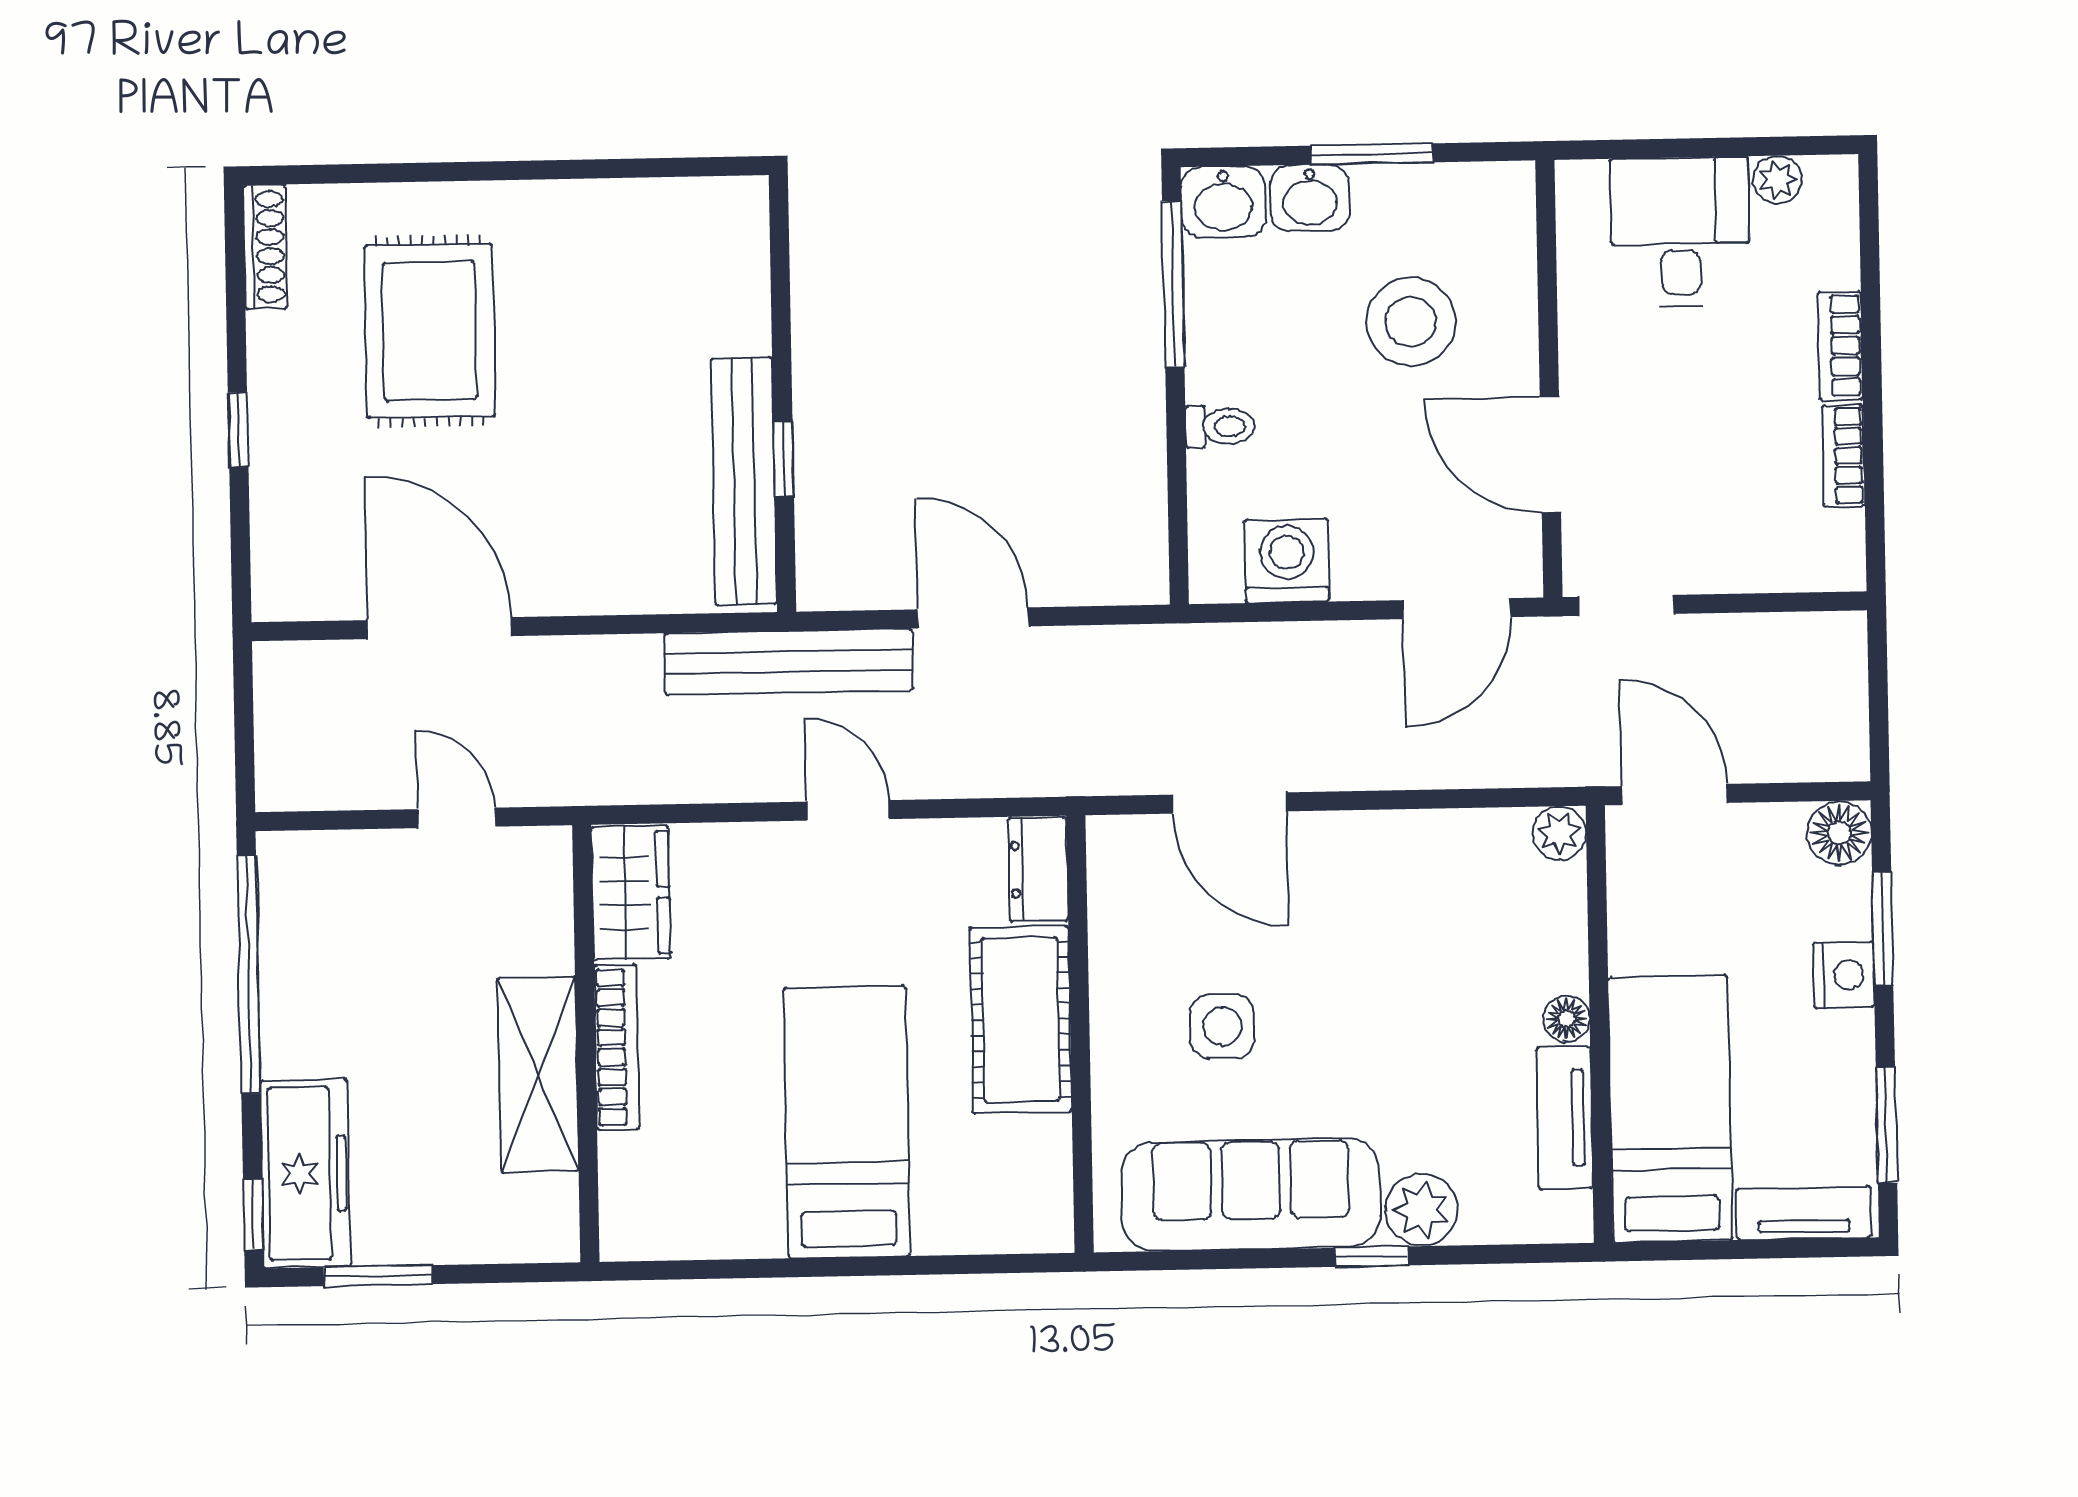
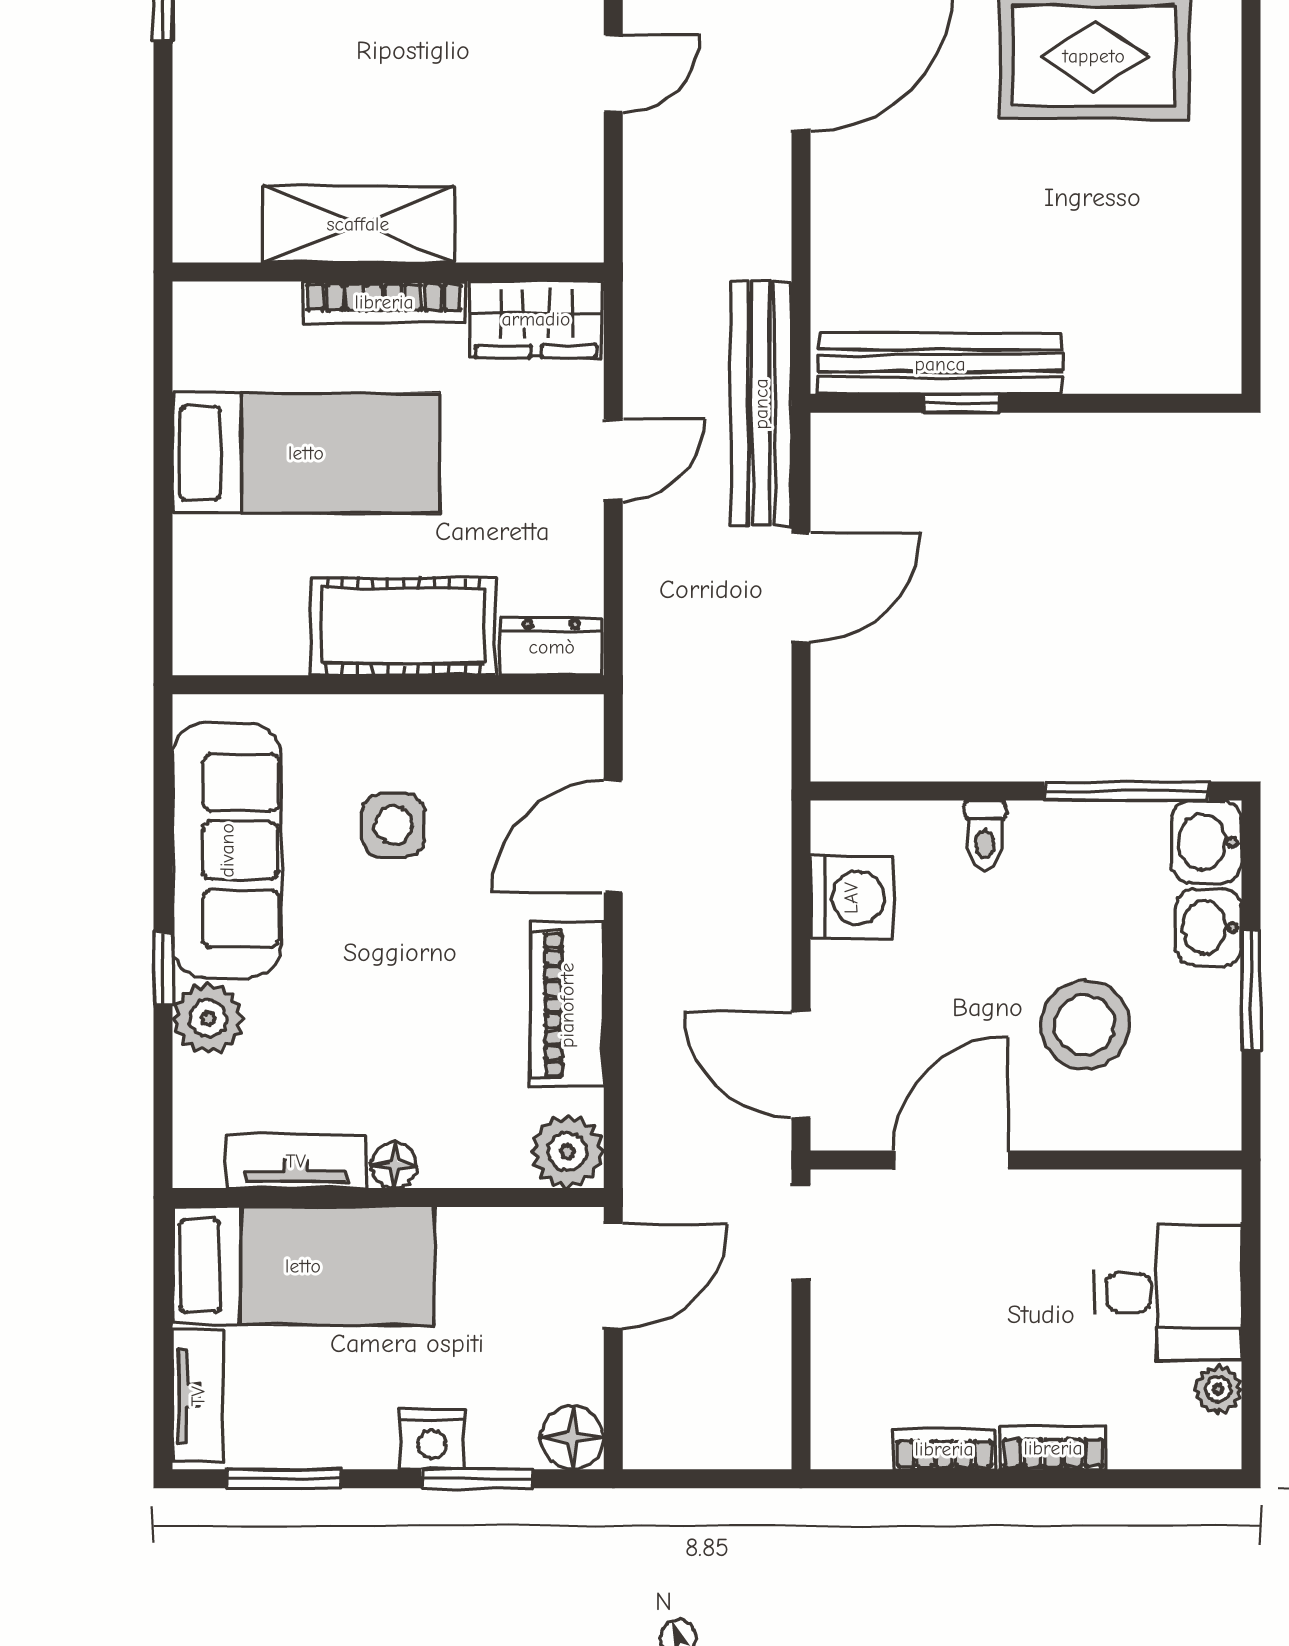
plant: (1559, 833) -> (567, 1151), width x1.38, depth x1.38
piano: (1401, 846) -> (567, 1005), added
wardrobe: (631, 893) -> (536, 319), moved
wall: (586, 1044) -> (388, 272), moved
bookcase: (617, 1047) -> (384, 302), moved
shelving: (538, 1075) -> (358, 224), moved

